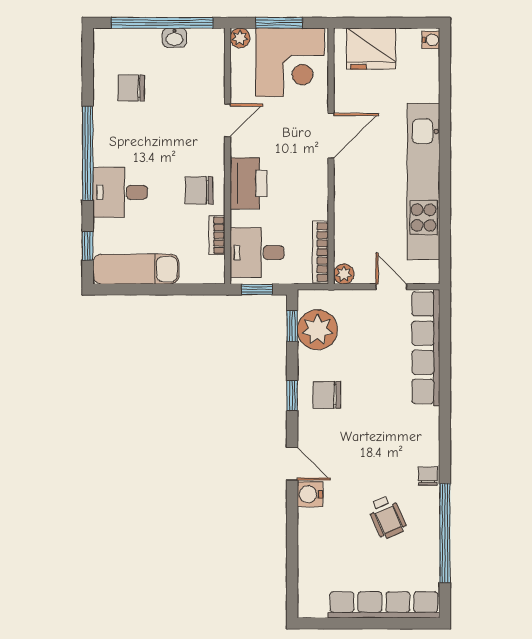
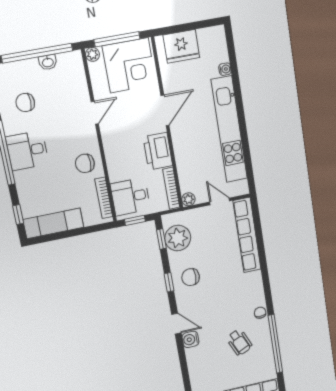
window: (279, 23) -> (117, 39), width x1.44
water cooler: (431, 40) -> (225, 69), moved
printer: (248, 183) -> (158, 151), moved, turned 180
desk: (120, 192) -> (27, 151), moved
bookcase: (217, 235) -> (104, 198), width x1.56

